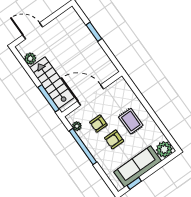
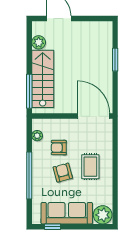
door: (91, 95) -> (93, 116), moved
armchair: (114, 139) -> (63, 173), turned 75
window: (83, 147) -> (29, 176), moved

